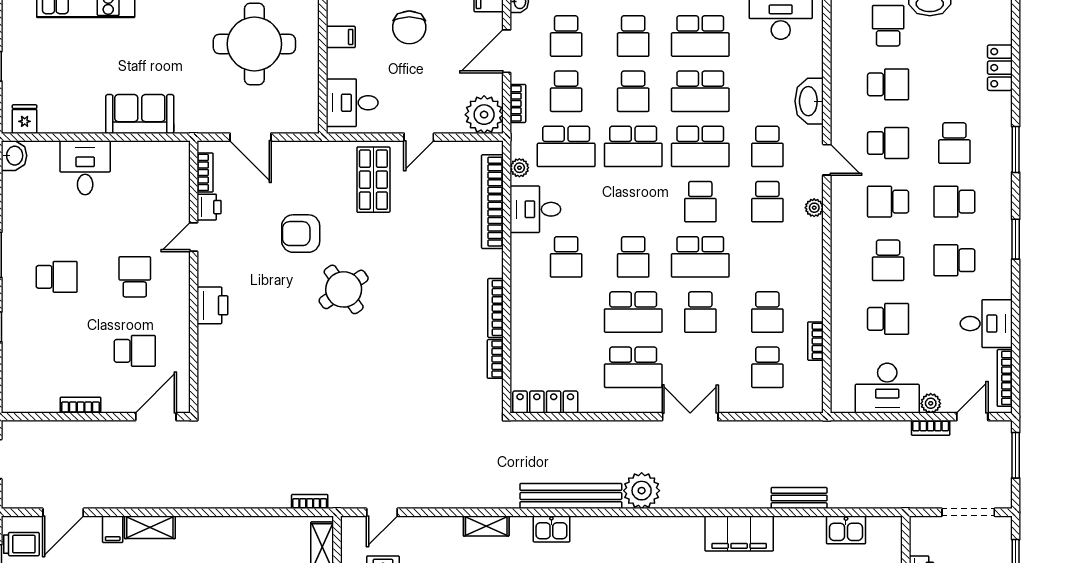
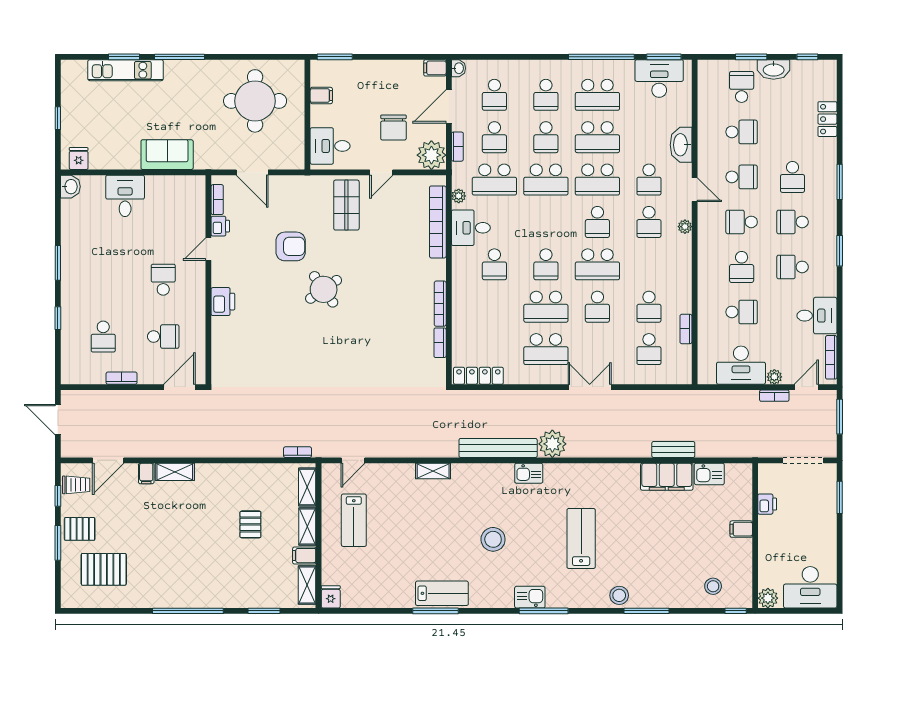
chair: (409, 27) -> (393, 127), moved
armchair: (301, 234) -> (291, 246), turned 180
school desk: (57, 277) -> (103, 337), moved, turned 90
kitchen sink: (551, 529) -> (529, 473), moved
filing cabinet: (739, 533) -> (667, 477), moved

